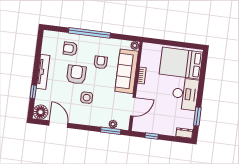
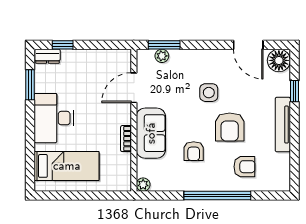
bed: (181, 63) -> (67, 166), width x0.67
sofa: (127, 71) -> (151, 133), width x0.73
window: (152, 136) -> (63, 45), moved

